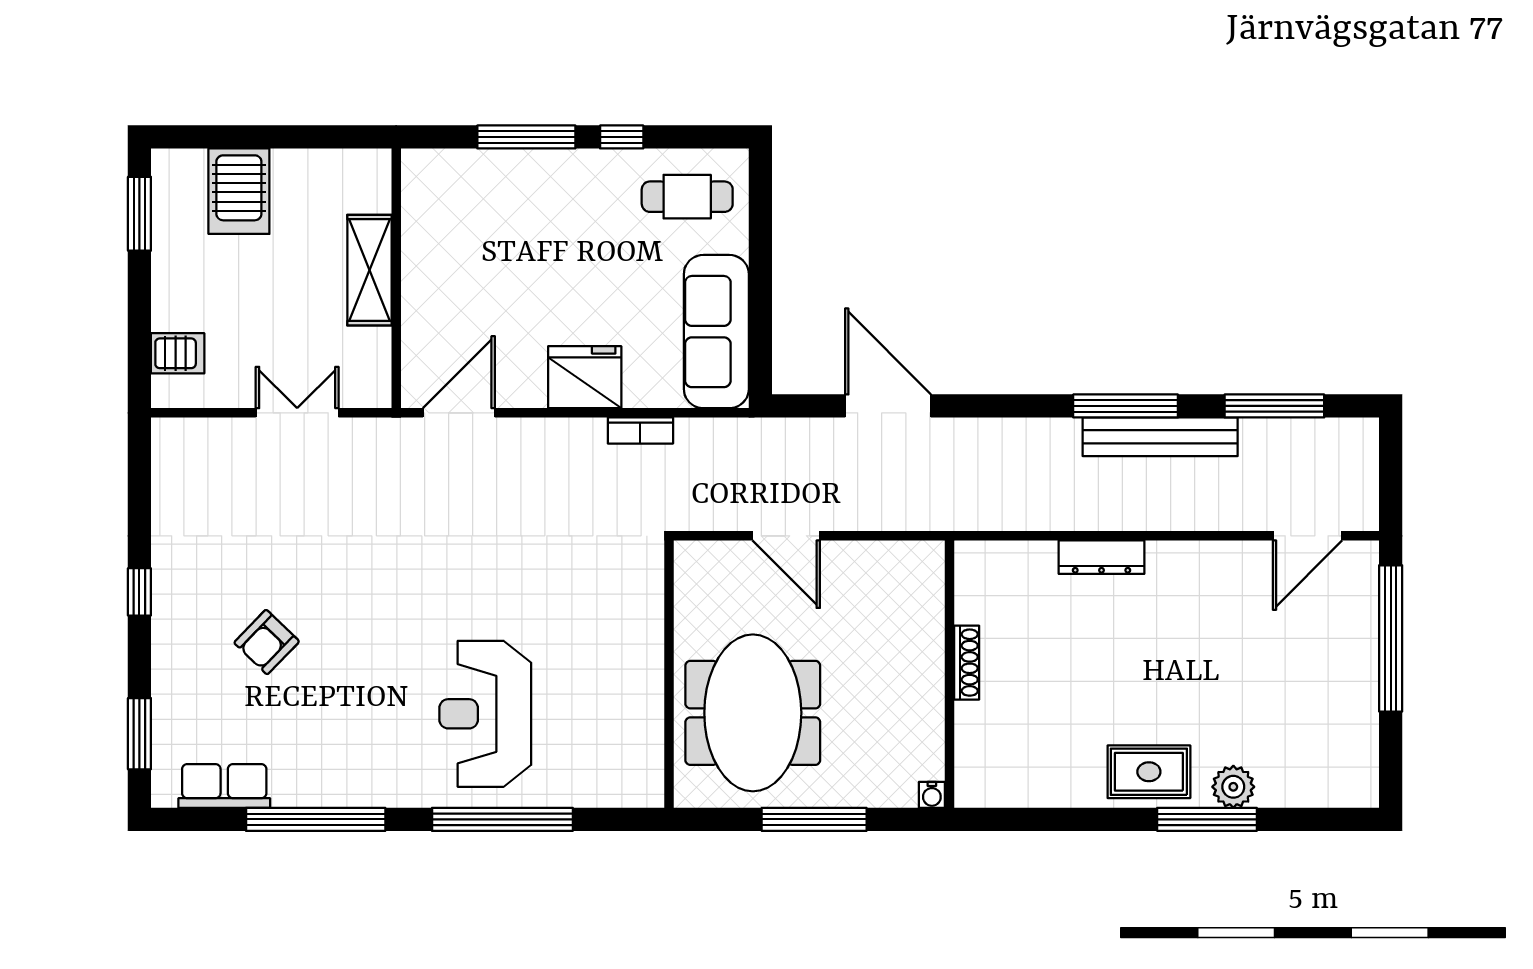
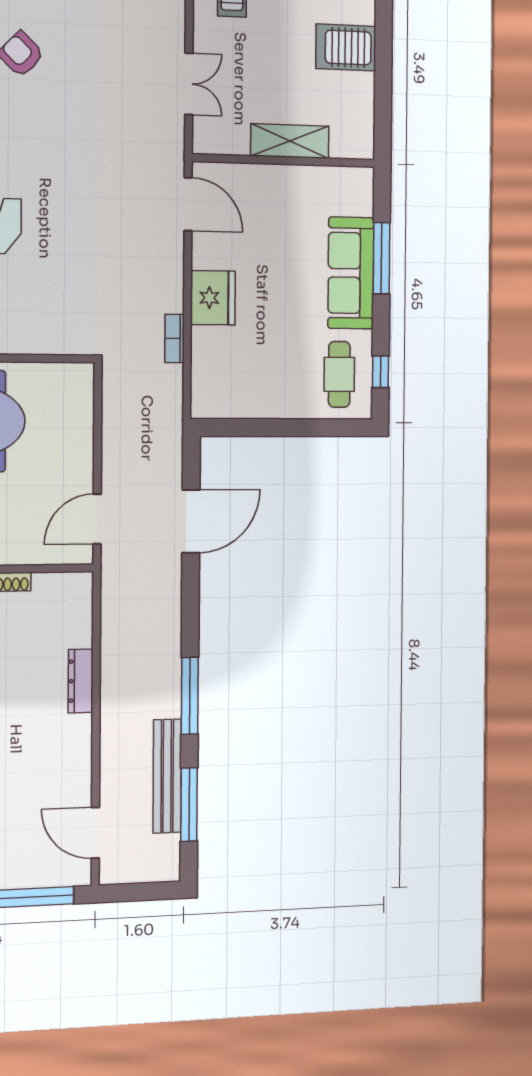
window: (622, 137) -> (380, 372), moved
sofa: (716, 332) -> (351, 273), moved, turned -90
bench: (1160, 437) -> (167, 776), moved
door: (786, 536) -> (97, 519), moved

